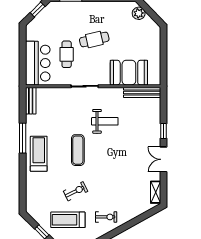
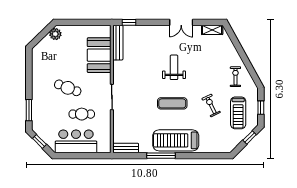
plant: (139, 13) -> (55, 34), moved
cafe table: (94, 39) -> (68, 88), turned -56
bar counter: (38, 63) -> (76, 141), moved
weight bench: (105, 121) -> (174, 67), moved
window: (164, 131) -> (129, 22), moved
treadmill: (39, 154) -> (176, 140), width x1.37, depth x1.38

